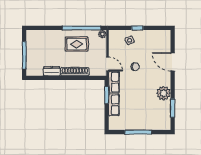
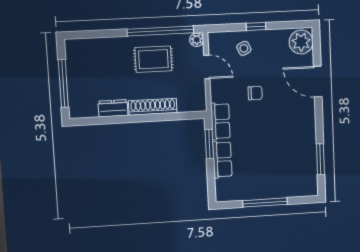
door: (107, 64) -> (207, 67), moved
plant: (164, 93) -> (301, 42), moved

